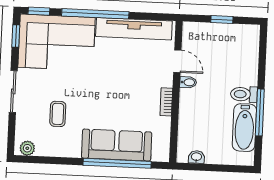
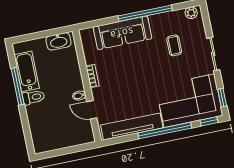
window: (222, 20) -> (65, 151), removed
washbasin: (196, 157) -> (59, 41), width x1.91, depth x1.45
window: (117, 163) -> (145, 13), moved

